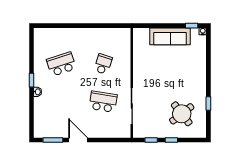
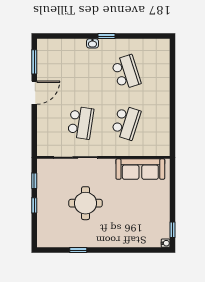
sofa: (170, 36) -> (140, 169), moved, turned -90
school desk: (103, 64) -> (126, 123), width x1.85
round table: (182, 114) -> (86, 203), moved, turned 38

